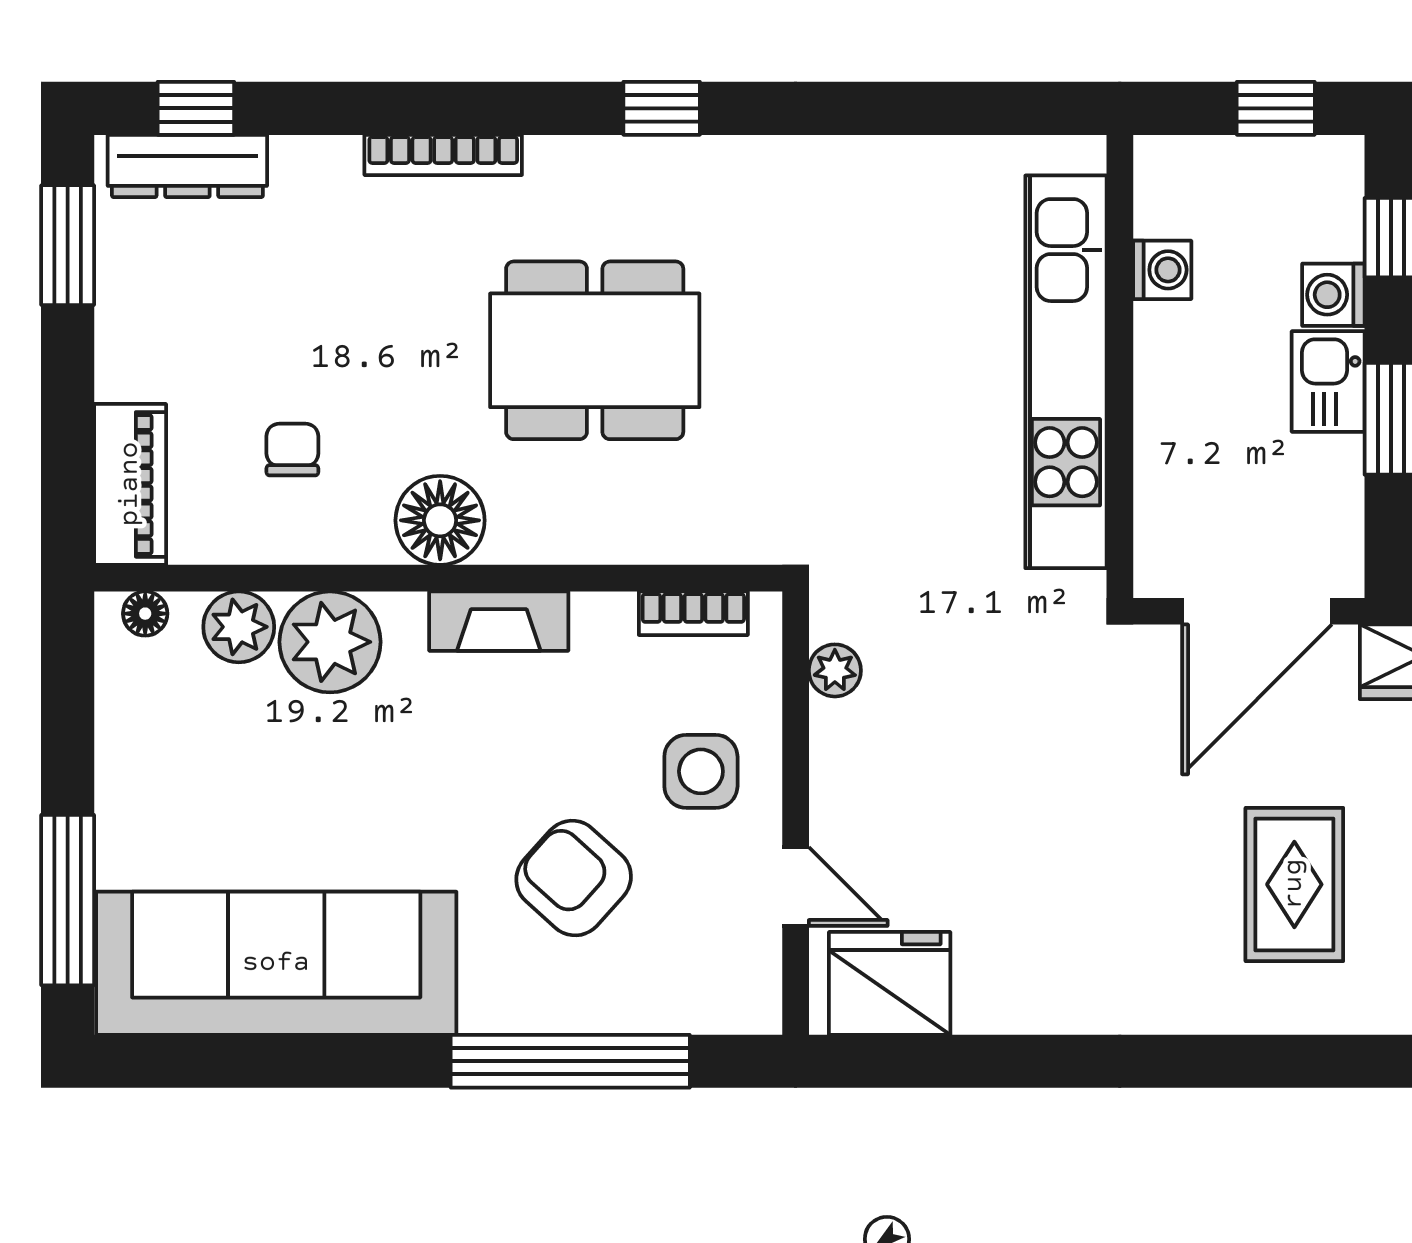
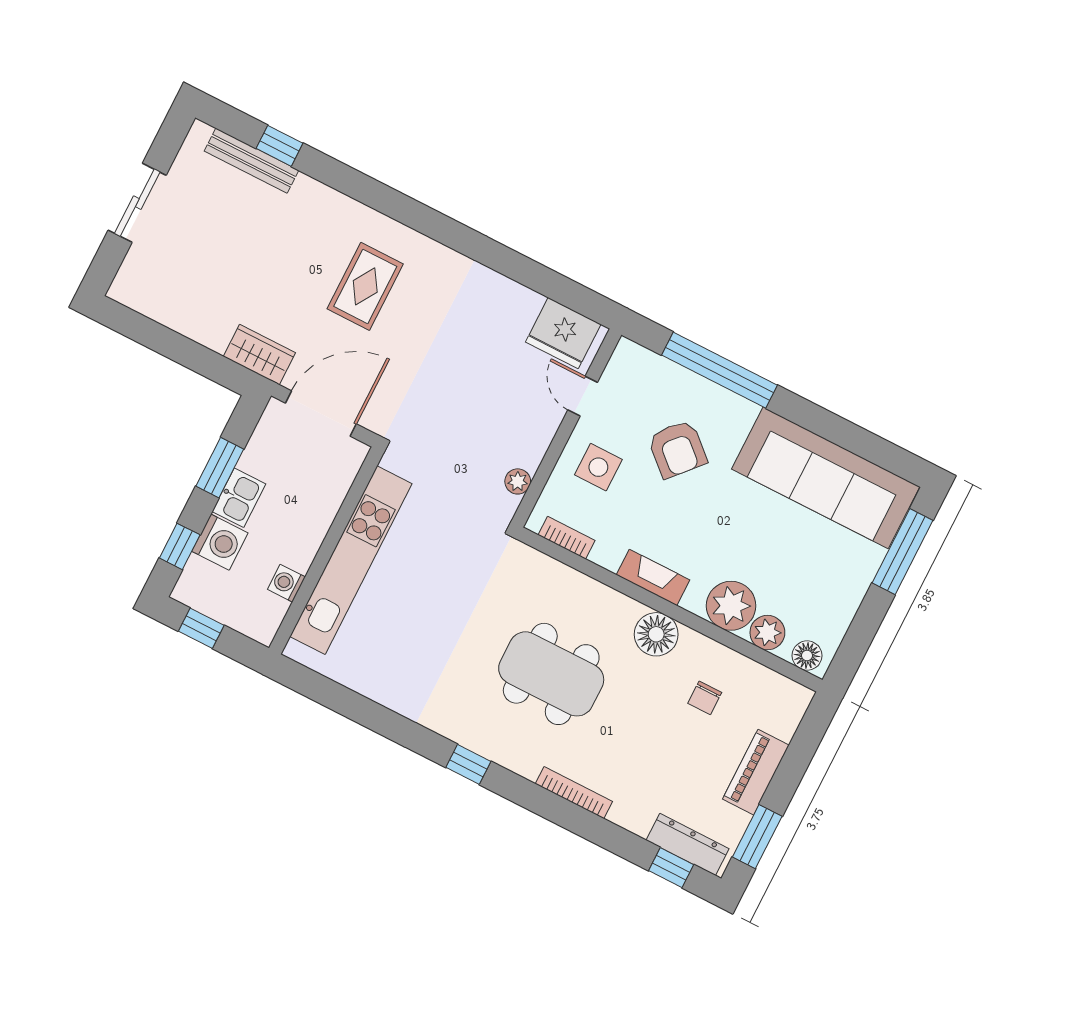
washing machine: (1333, 295) -> (220, 542), width x1.38, depth x1.38
piano: (130, 484) -> (756, 772), moved
floor lamp: (145, 614) -> (807, 656), width x1.37, depth x1.37

